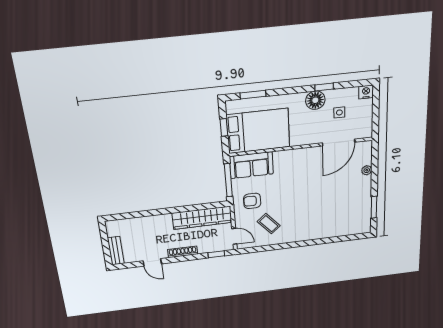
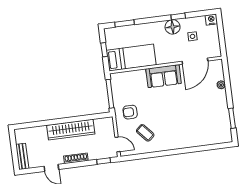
bed: (258, 131) -> (131, 58), width x0.67
sofa: (251, 165) -> (164, 76), moved
wardrobe: (202, 218) -> (71, 130), moved

